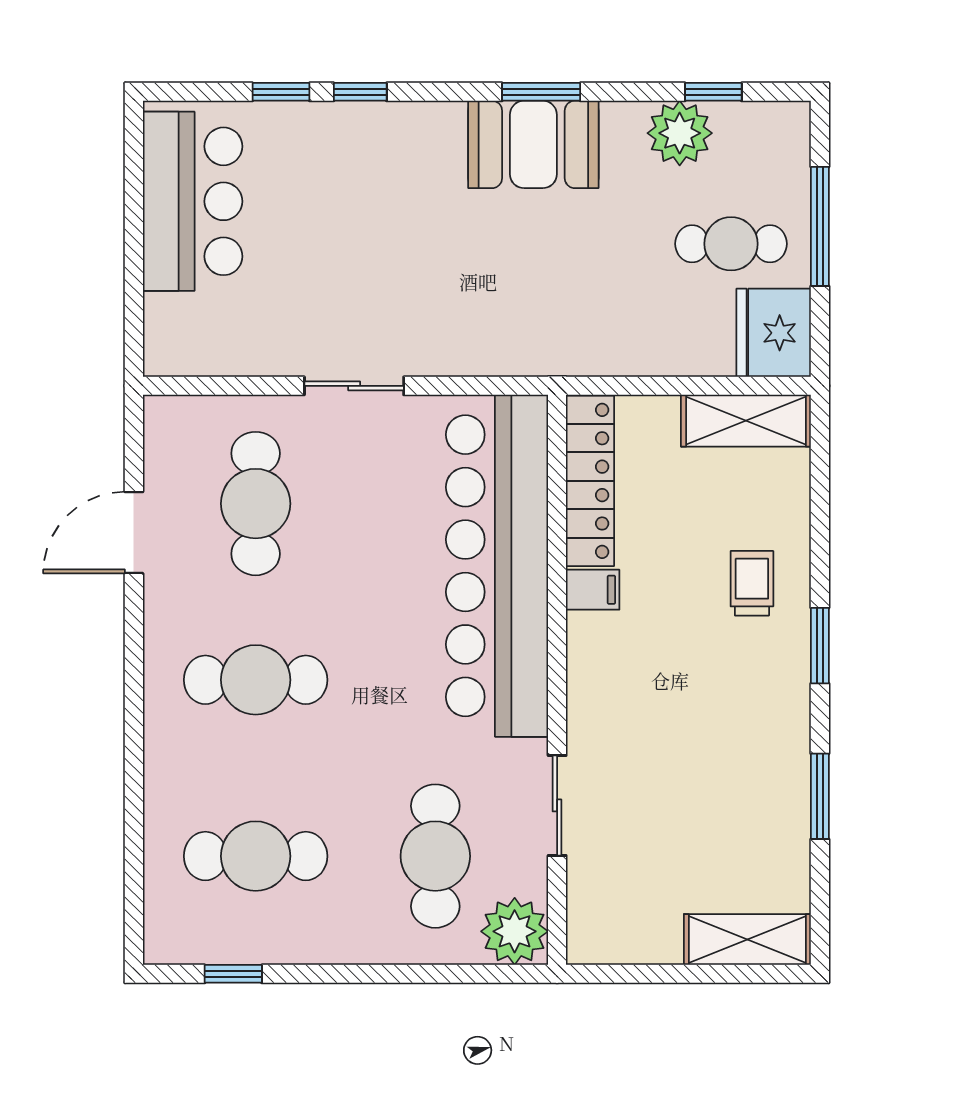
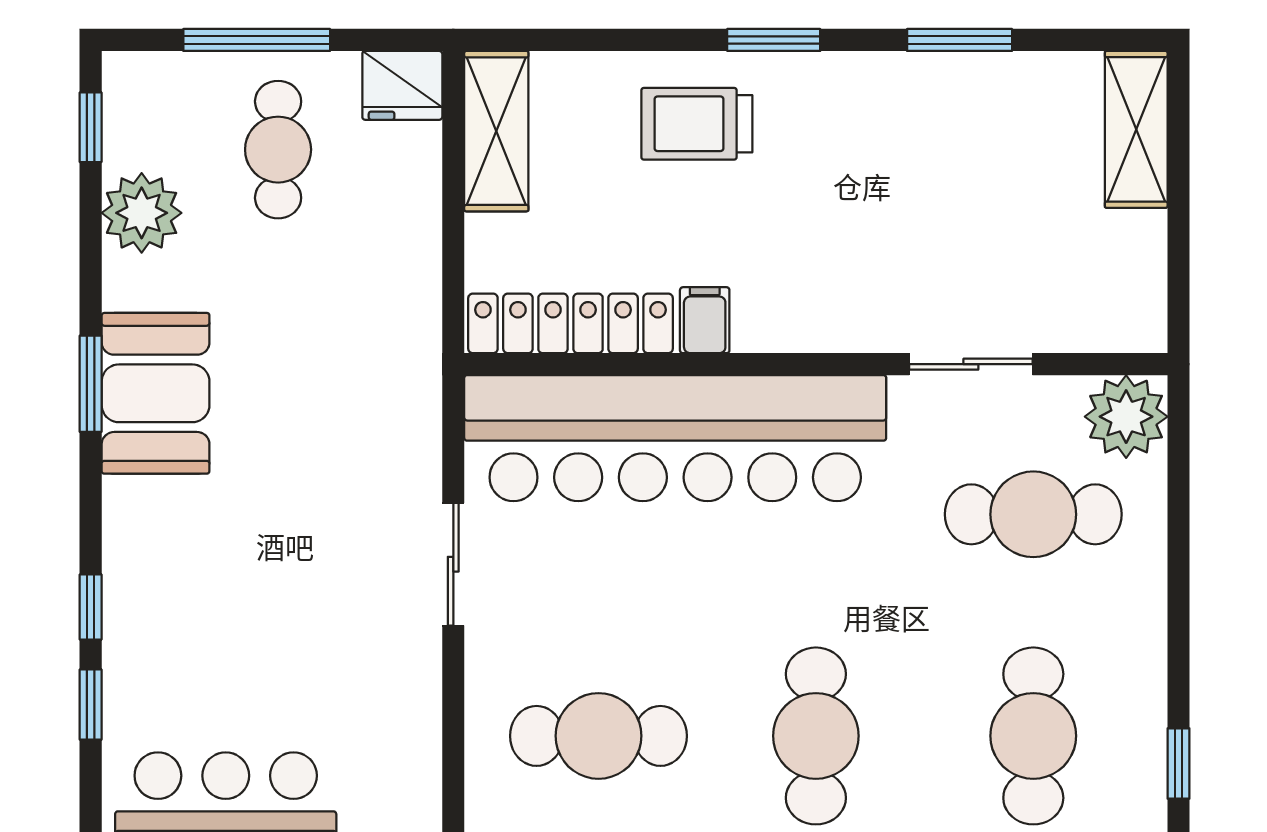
window: (713, 92) -> (91, 127), moved
fridge: (774, 333) -> (402, 85), width x0.73, depth x0.75
sliding door: (354, 386) -> (453, 564), moved
trolley: (752, 583) -> (697, 124), width x1.36, depth x1.39

